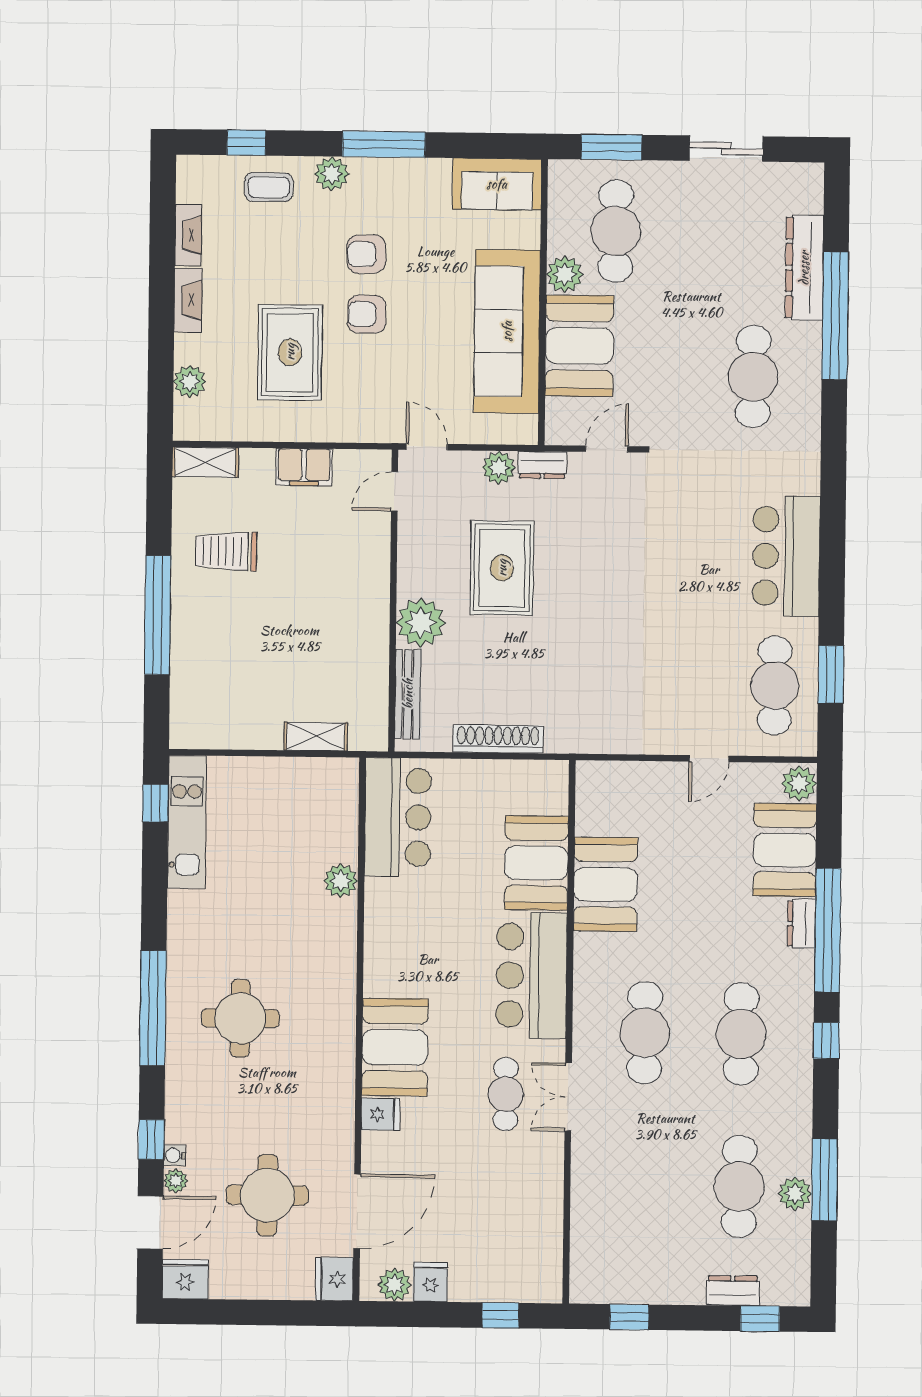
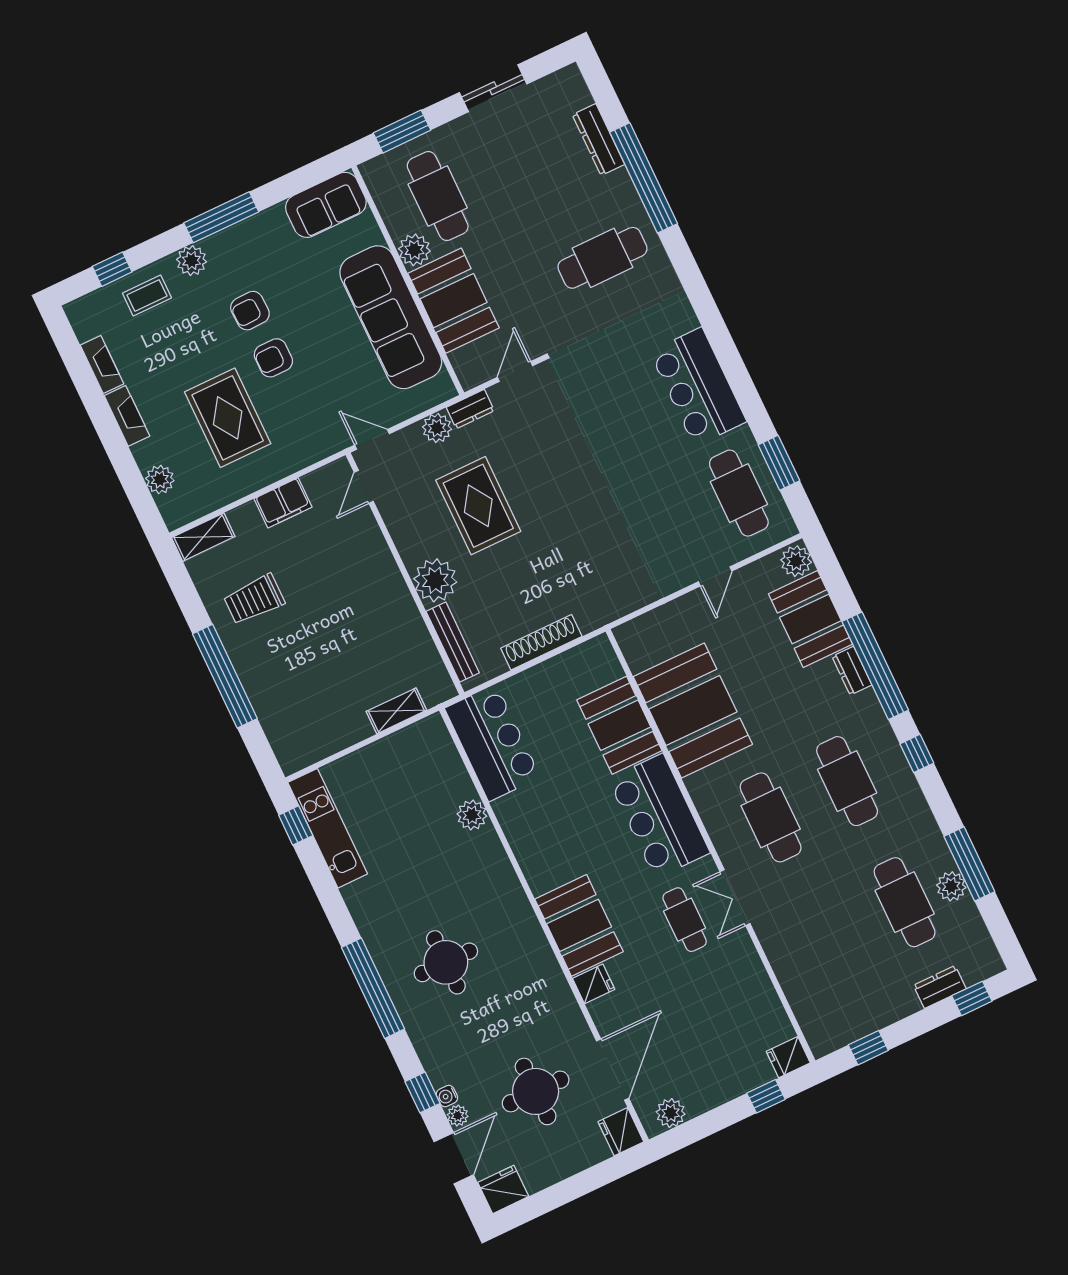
dresser: (804, 268) -> (598, 140), width x0.73, depth x0.80
cafe table: (753, 377) -> (602, 258), turned 90
booth: (606, 884) -> (693, 710), width x1.36, depth x1.42
fridge: (430, 1282) -> (788, 1057), moved, turned -90

